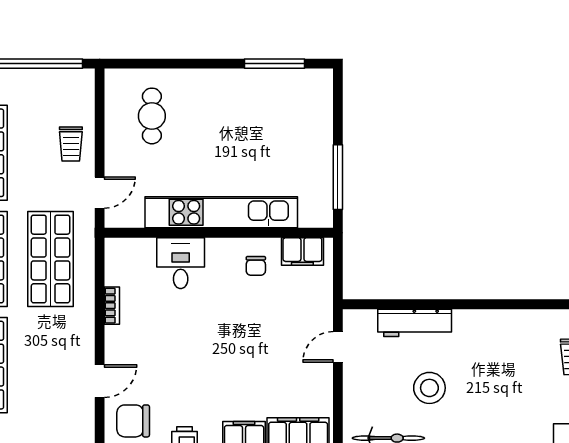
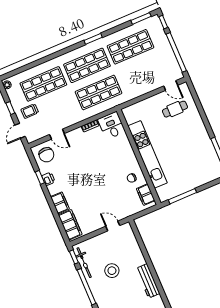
trolley: (71, 144) -> (30, 111), moved
door: (100, 193) -> (171, 86), moved
desk: (181, 263) -> (111, 126), moved, turned -90
workbench: (415, 323) -> (148, 281), moved
chair: (133, 421) -> (46, 155), turned 180

